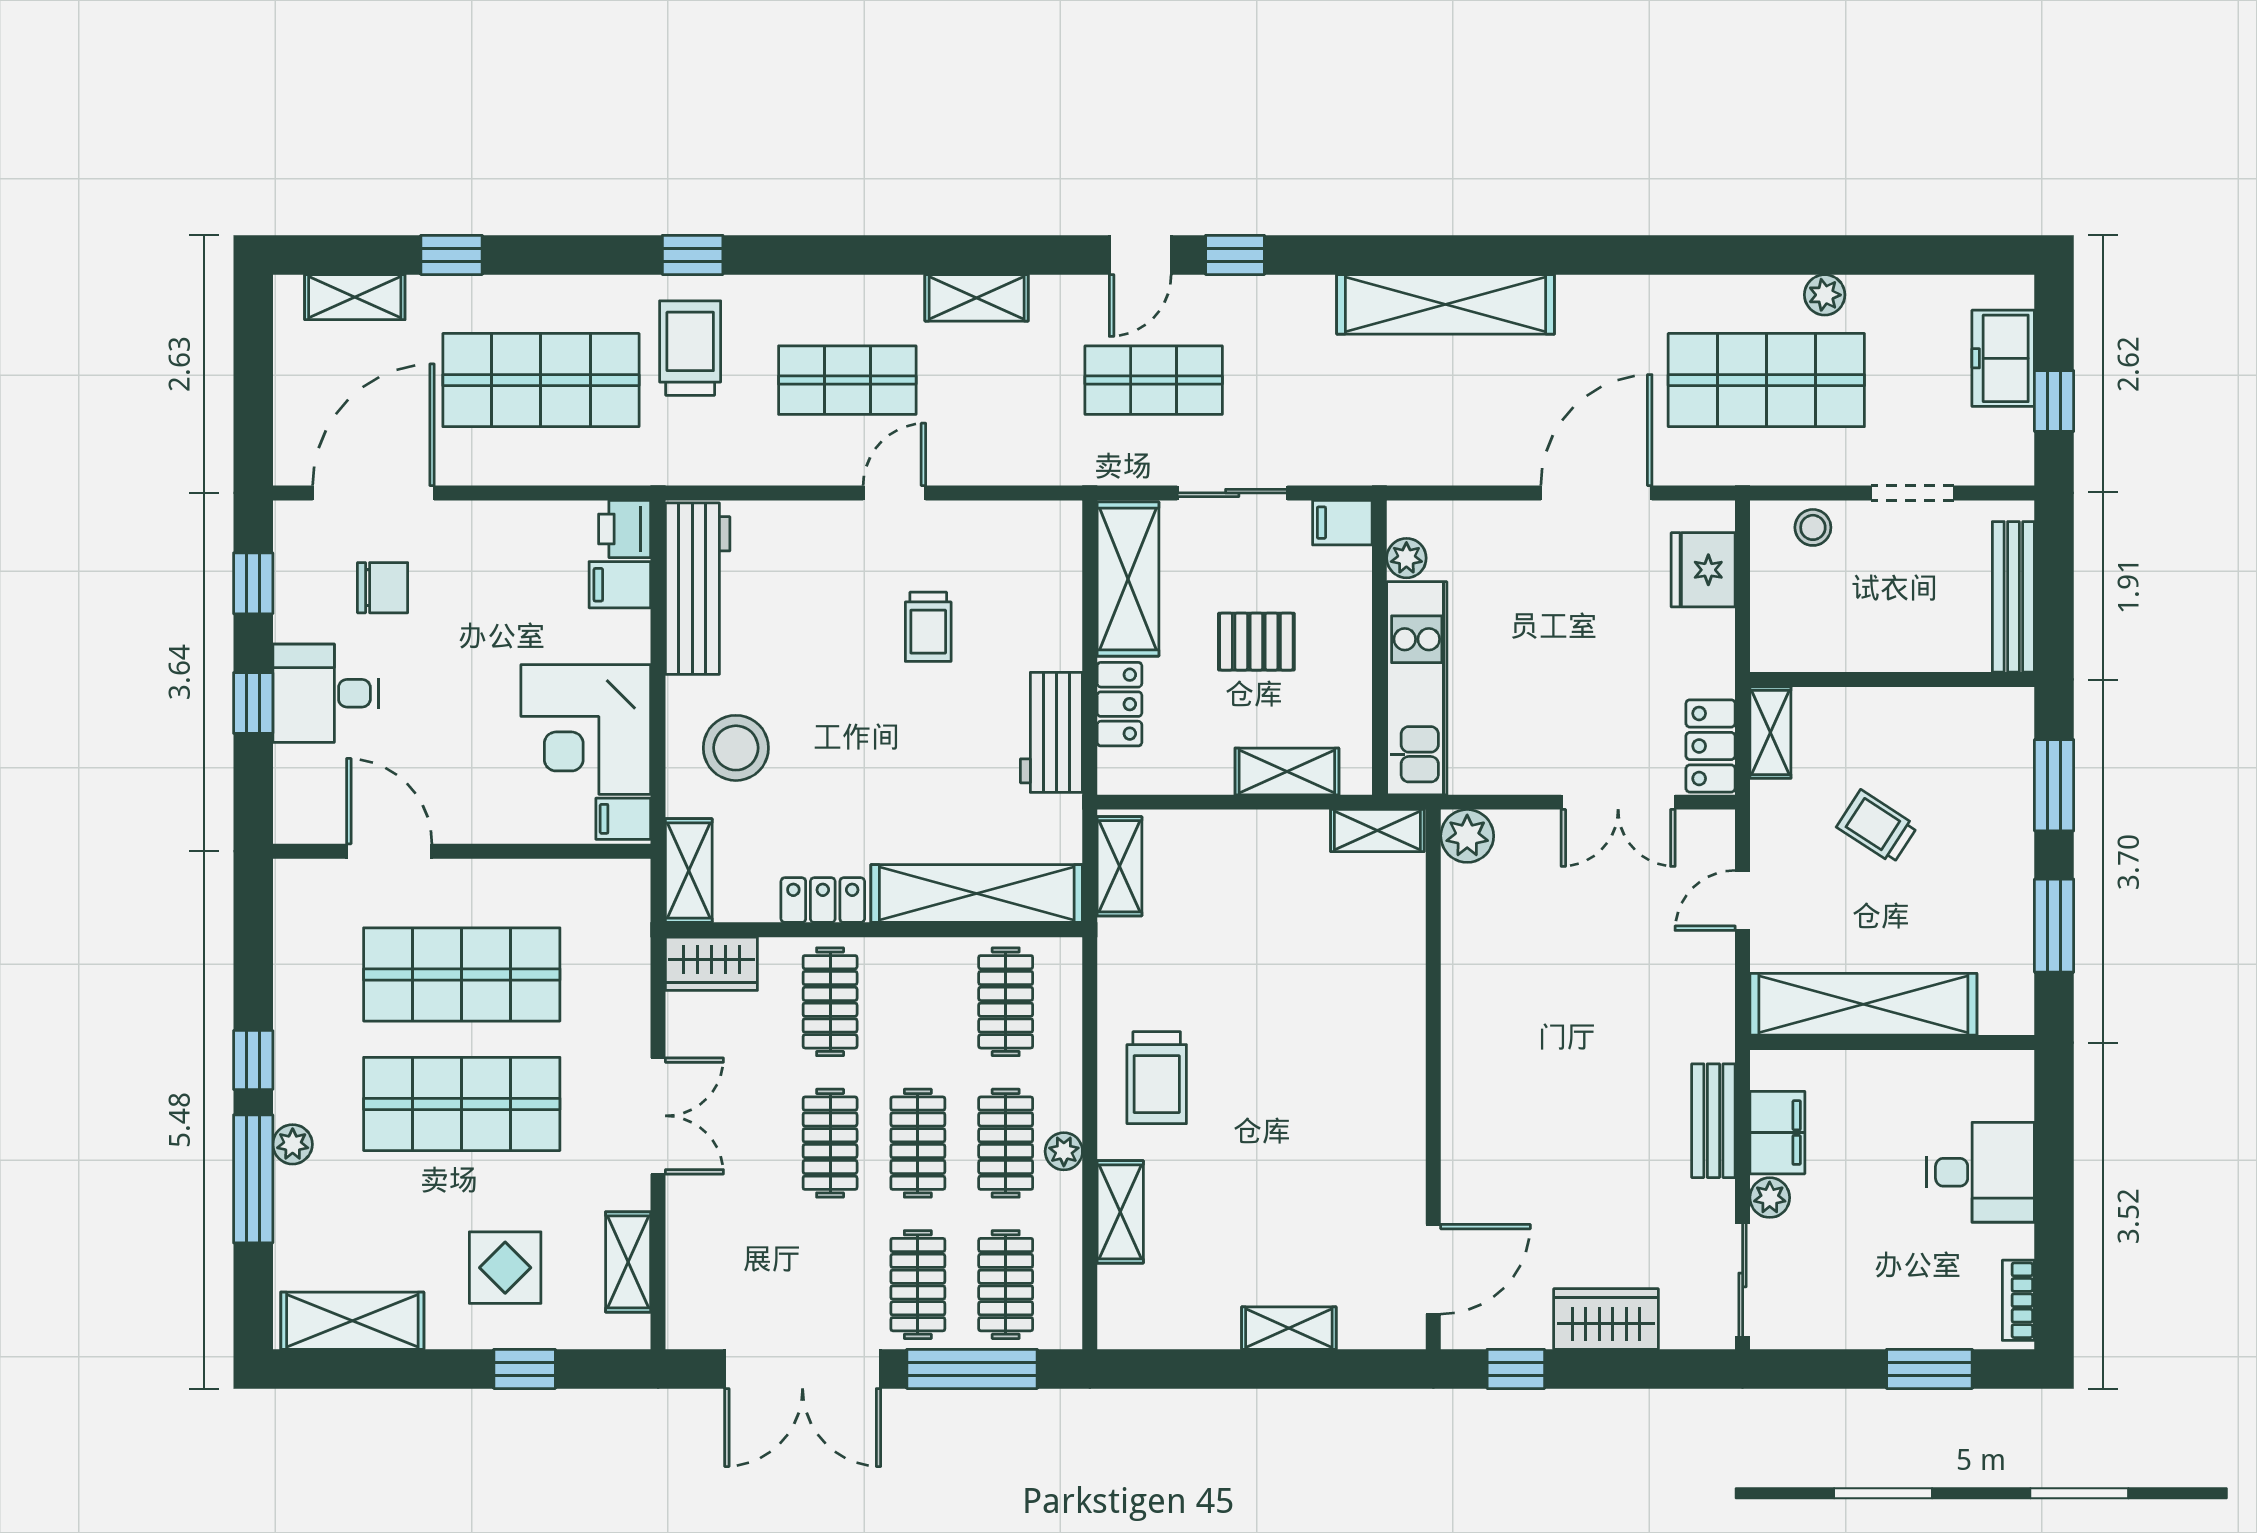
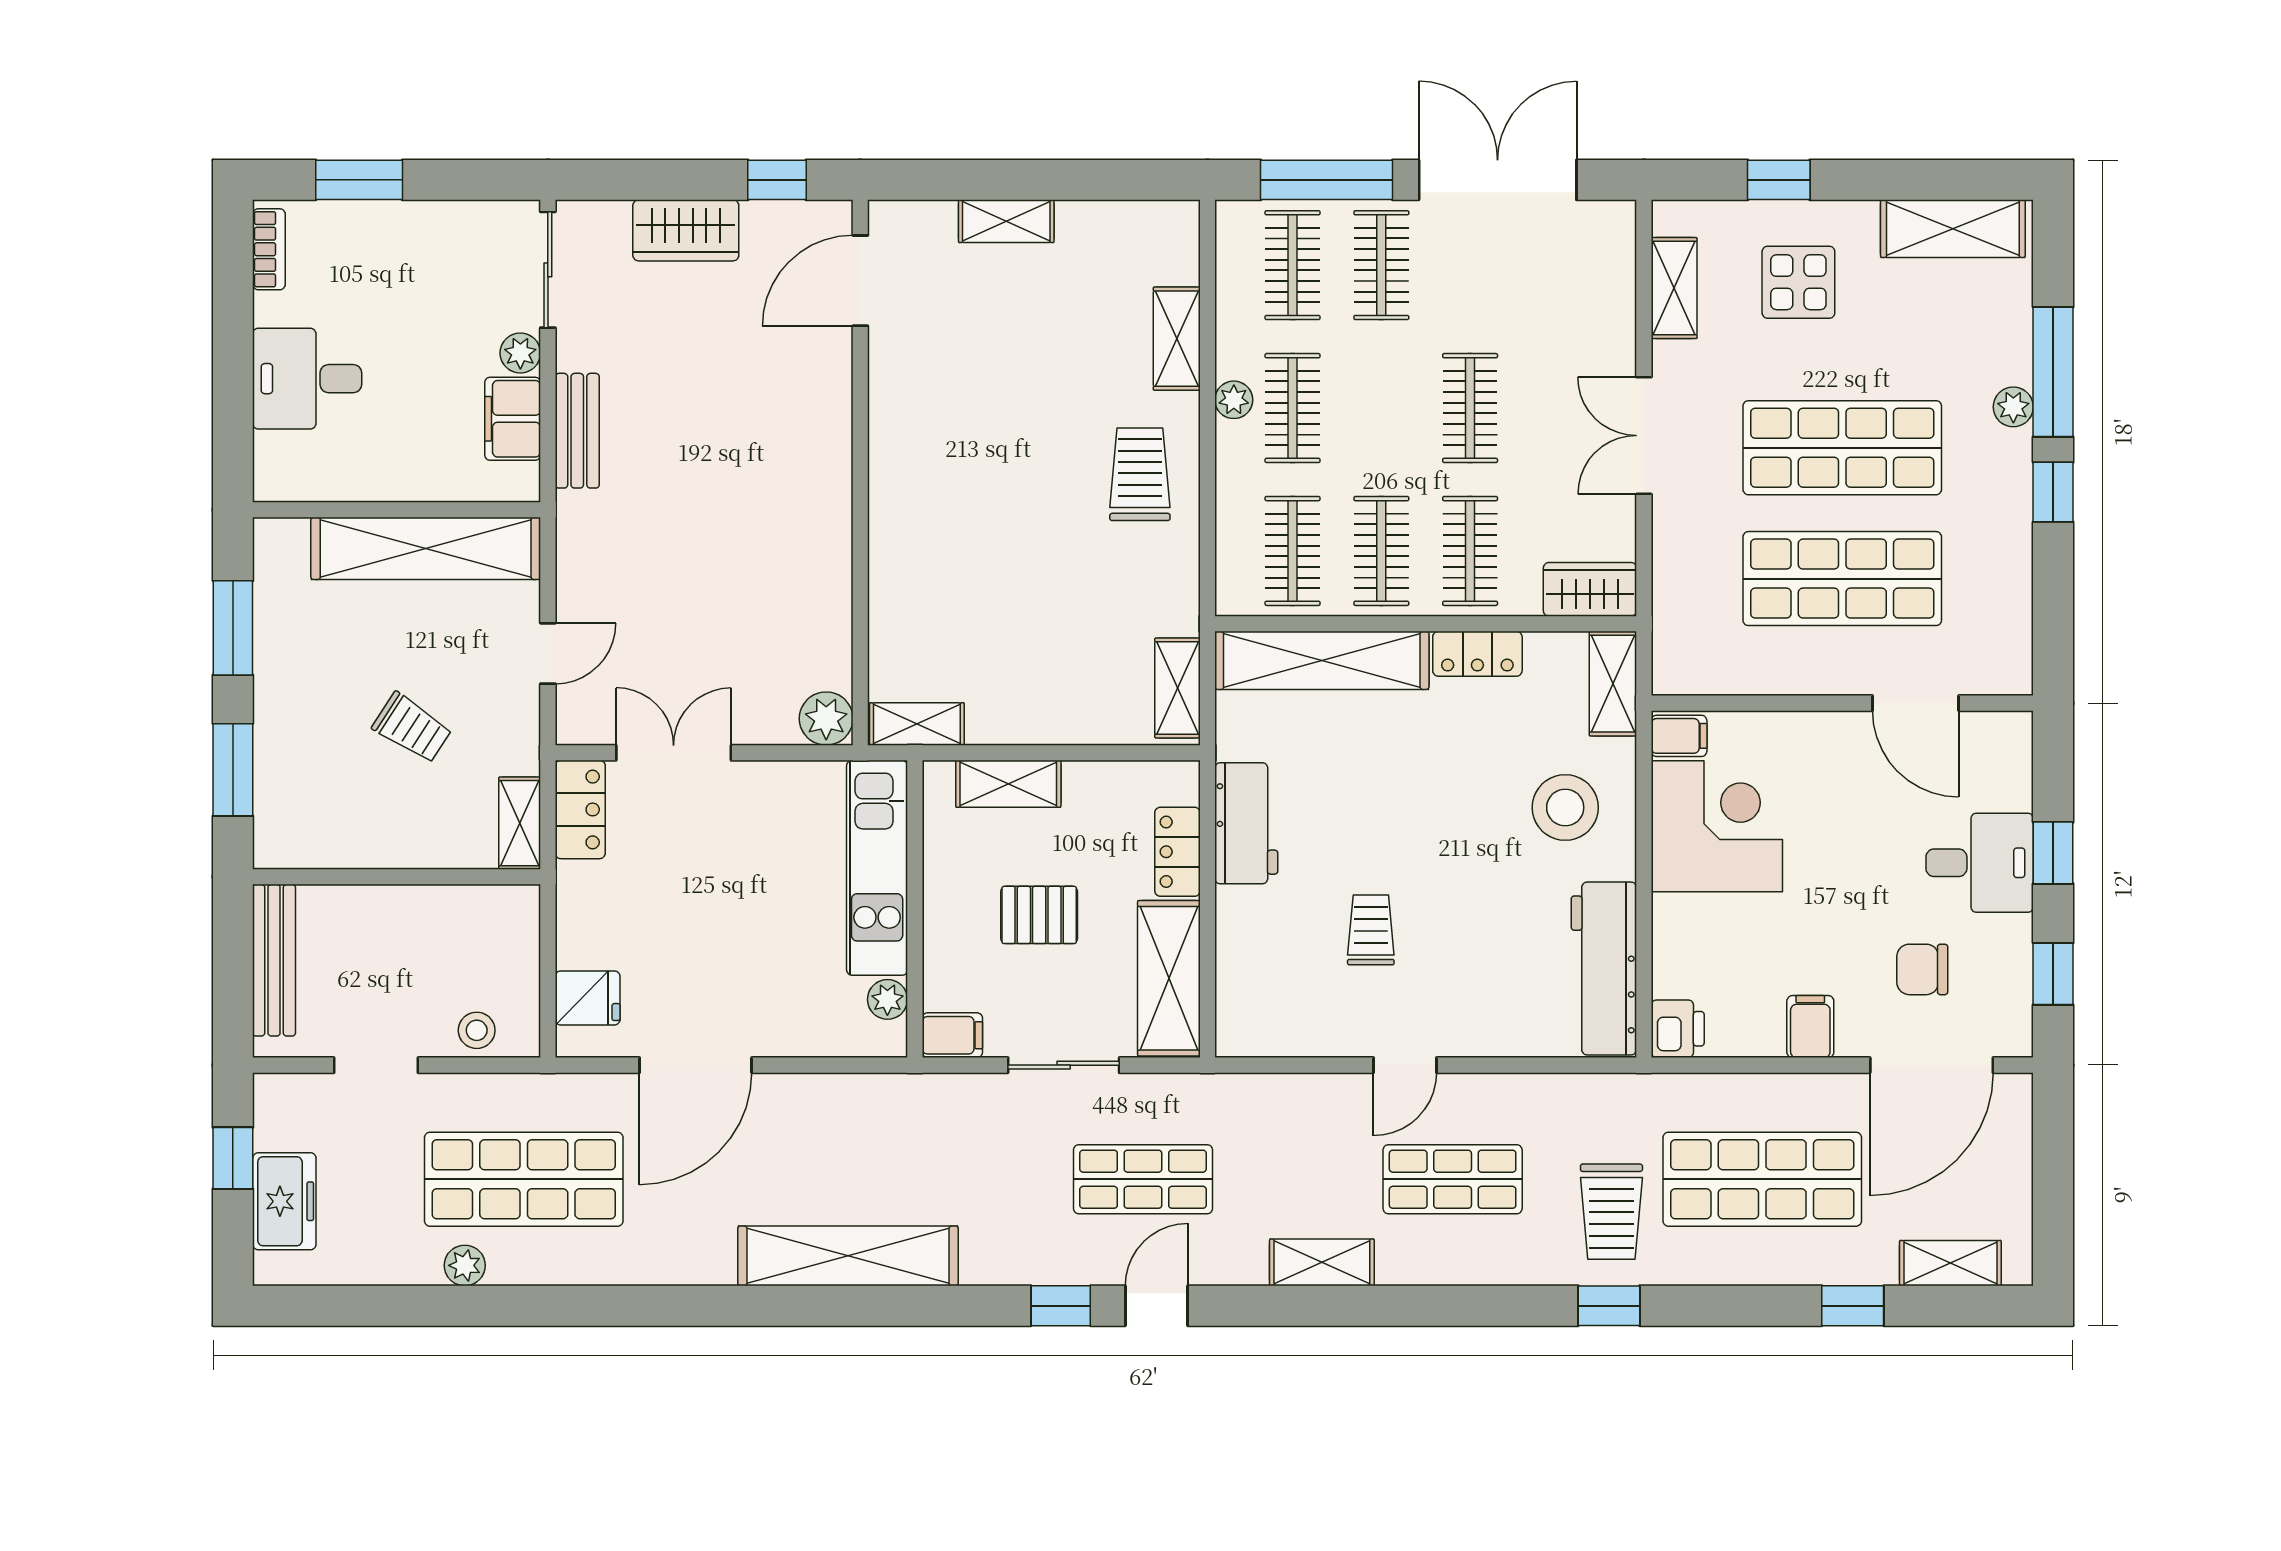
fridge: (1703, 570) -> (588, 998), width x0.72
filing cabinet: (620, 585) -> (1810, 1027), moved, turned -90
clothes rail: (918, 1143) -> (1381, 551), moved

